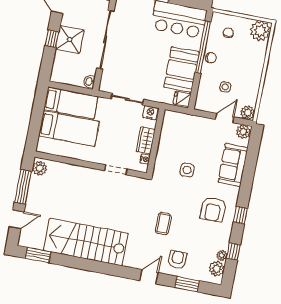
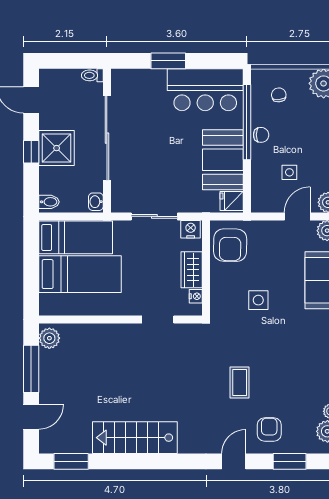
bidet: (57, 75) -> (49, 202), added
armchair: (213, 209) -> (230, 245), moved
stairs: (86, 242) -> (135, 438), width x0.73, depth x0.66

